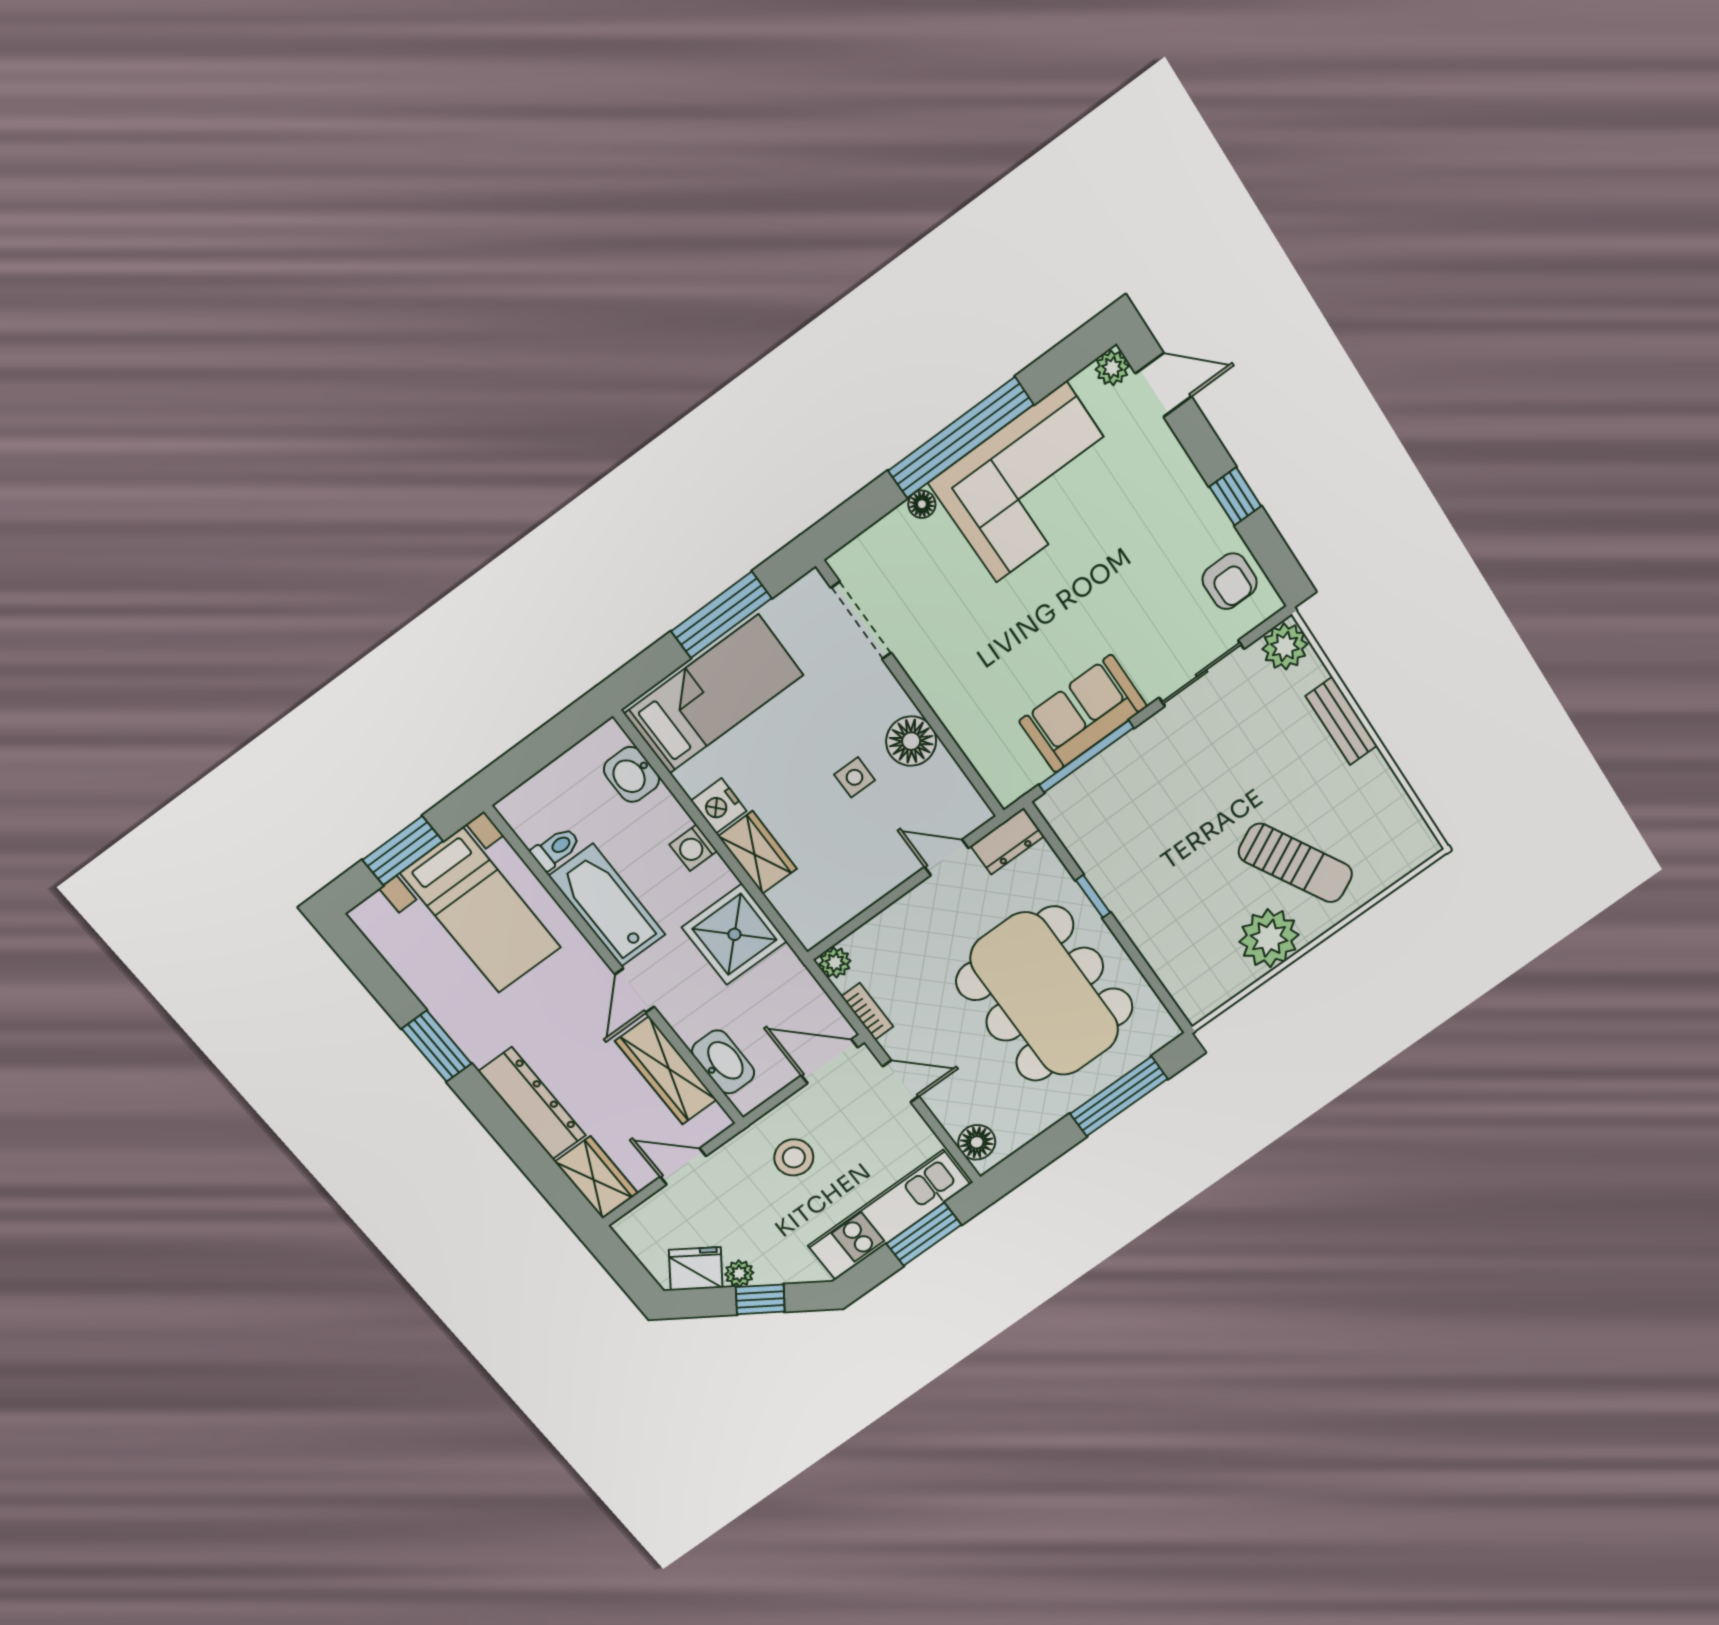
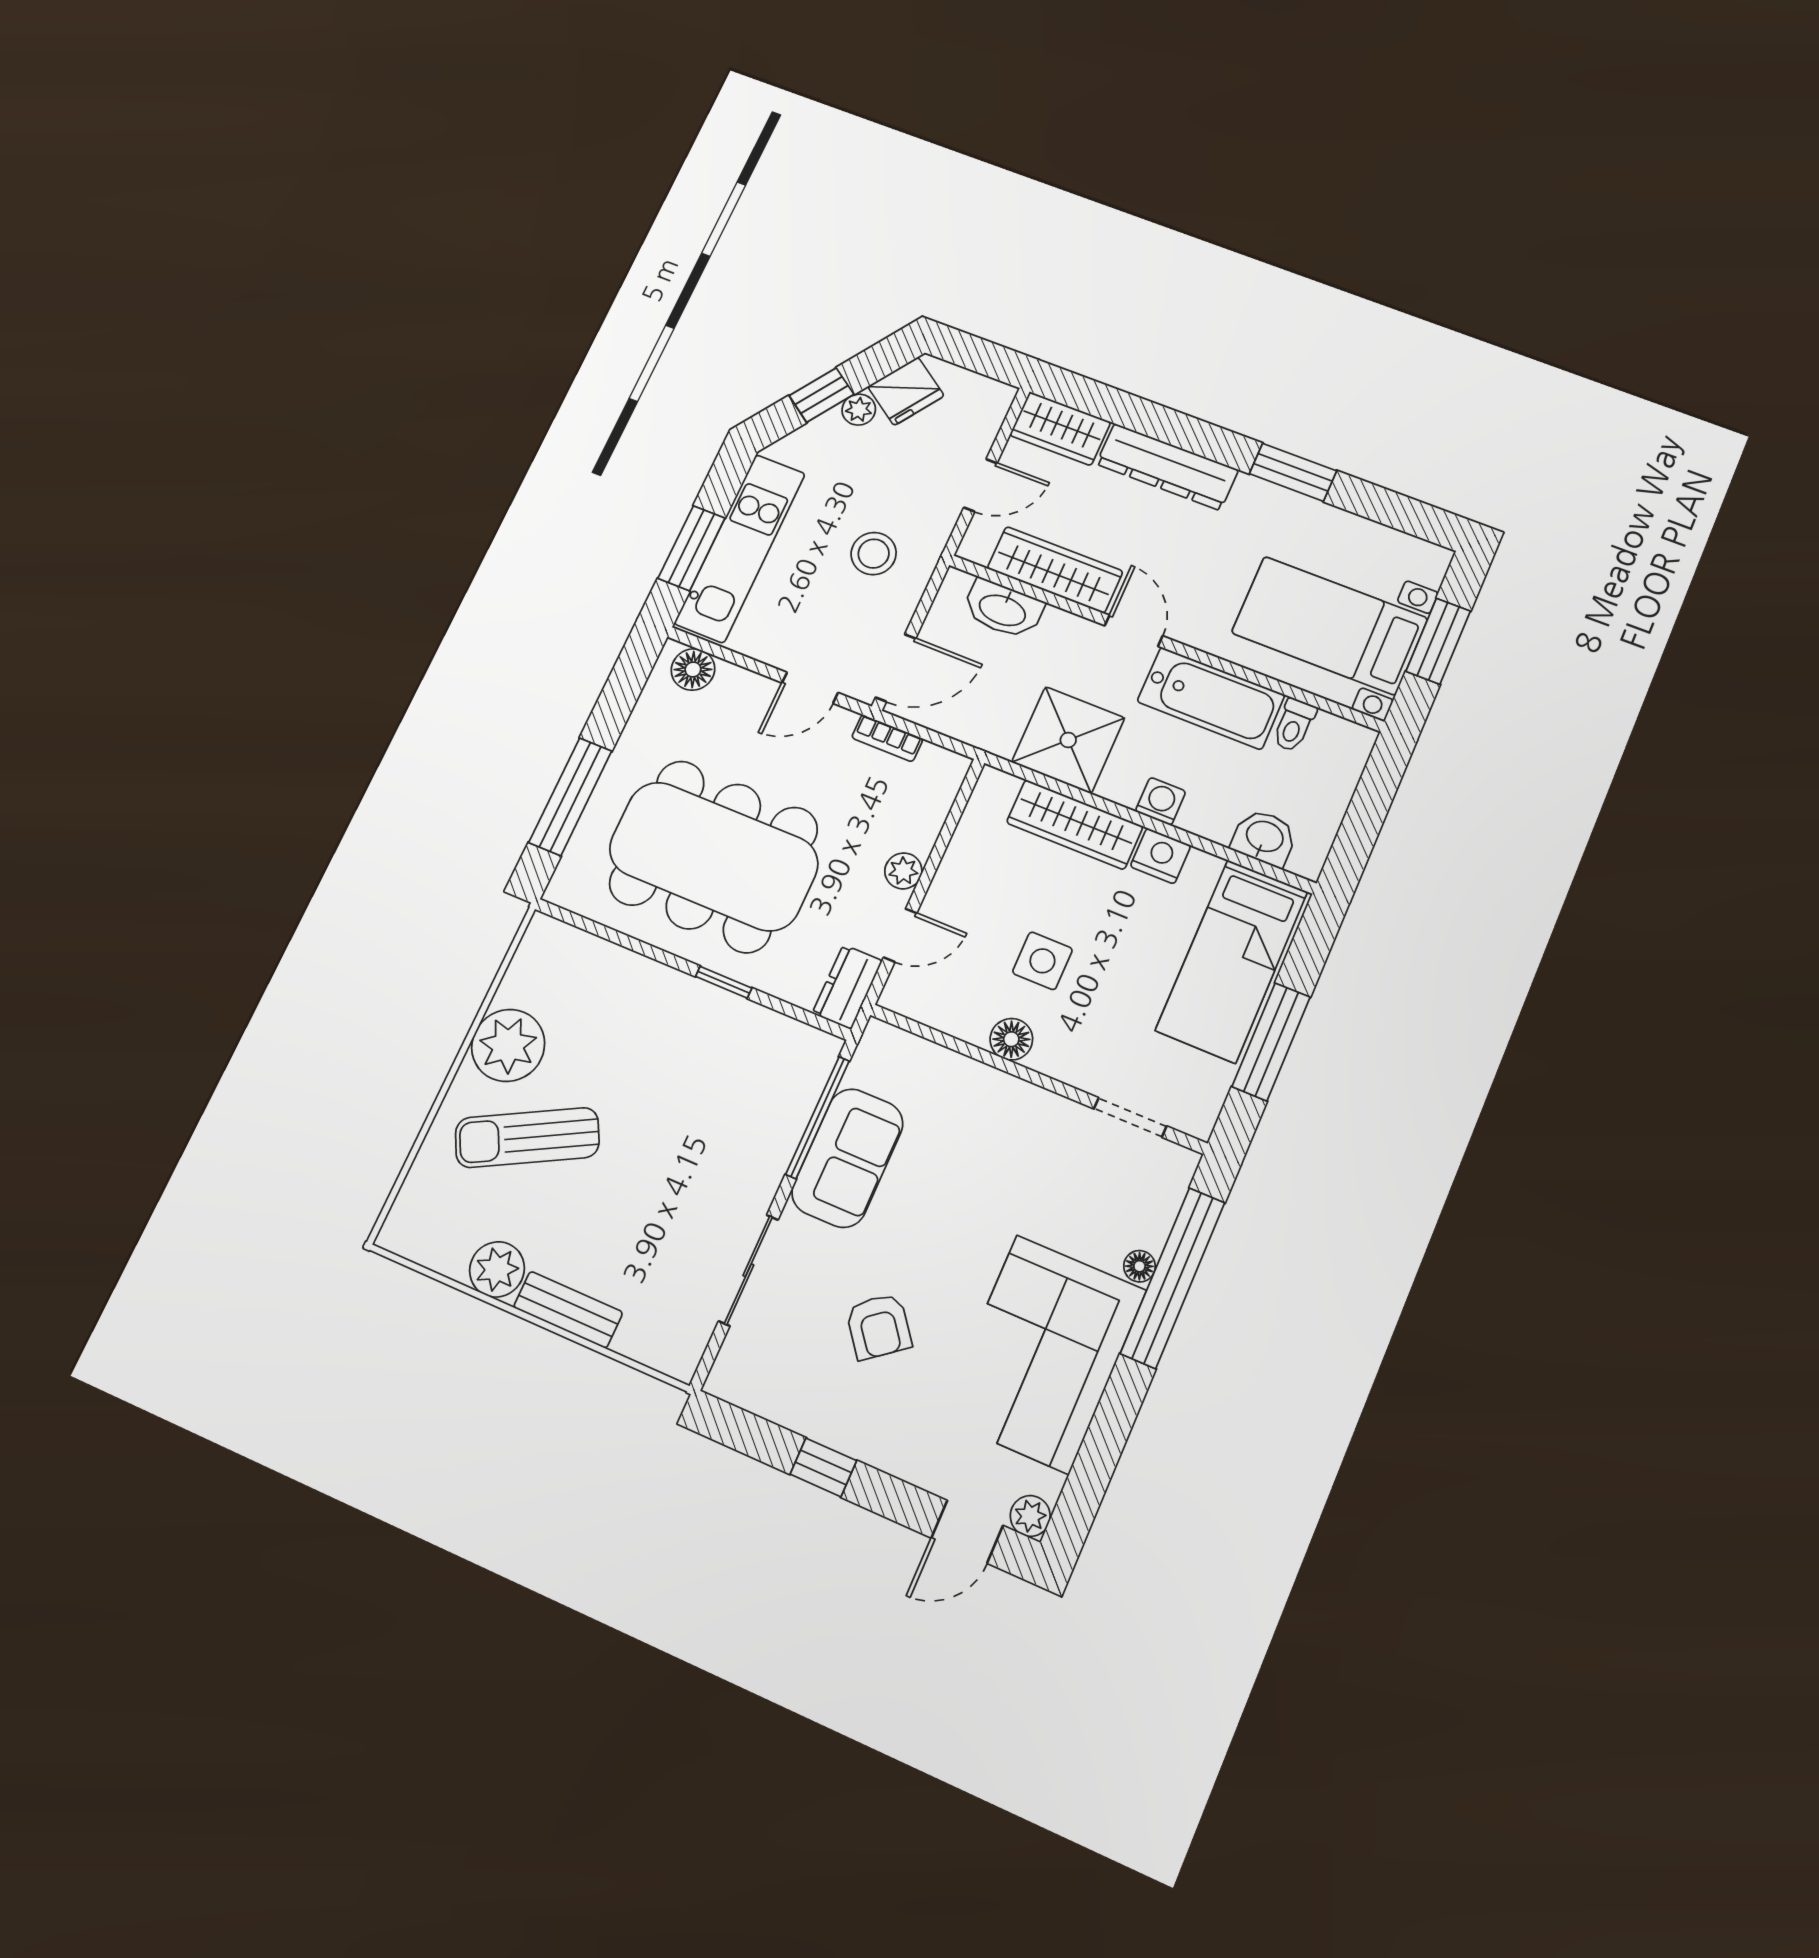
window: (961, 438) -> (1173, 1278), moved
armchair: (1230, 581) -> (879, 1326), moved, turned -128
doorway: (861, 620) -> (1130, 1117), width x0.73
plant: (1285, 647) -> (497, 1269), moved
floor lamp: (911, 741) -> (1011, 1039), width x0.73, depth x0.73
side table: (855, 777) -> (1042, 961), width x1.37, depth x1.37
wardrobe: (757, 853) -> (1075, 825), width x1.50
plant: (835, 963) -> (903, 871), moved

